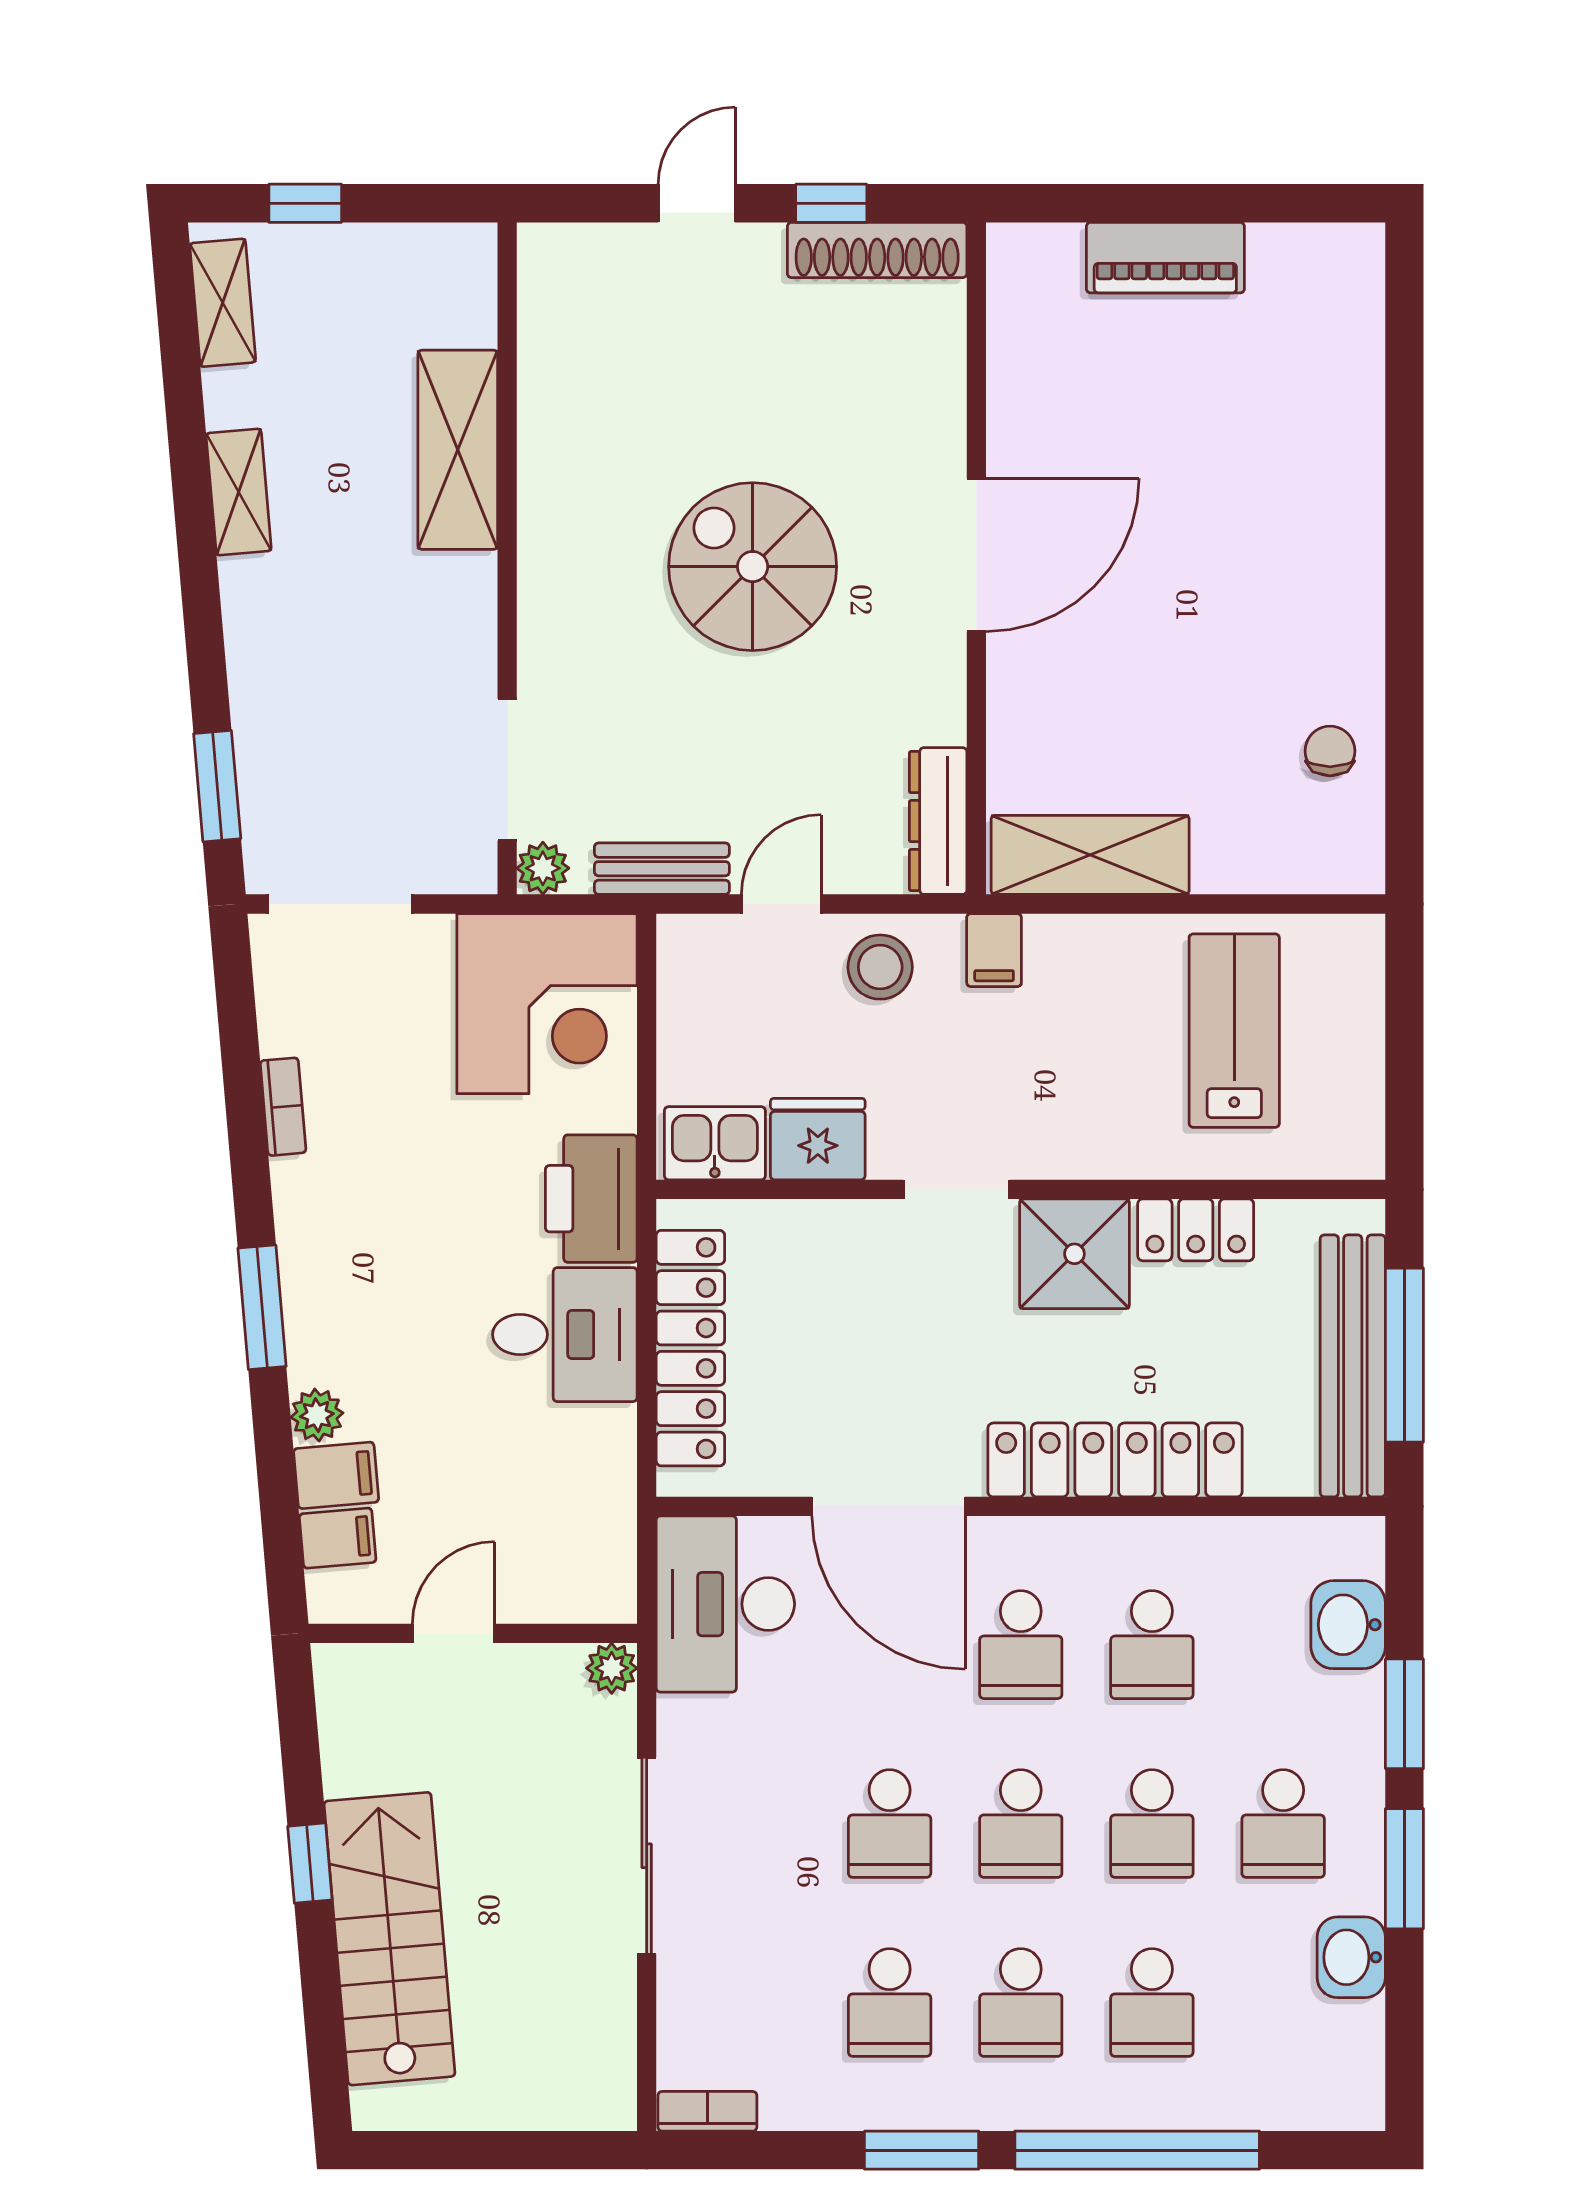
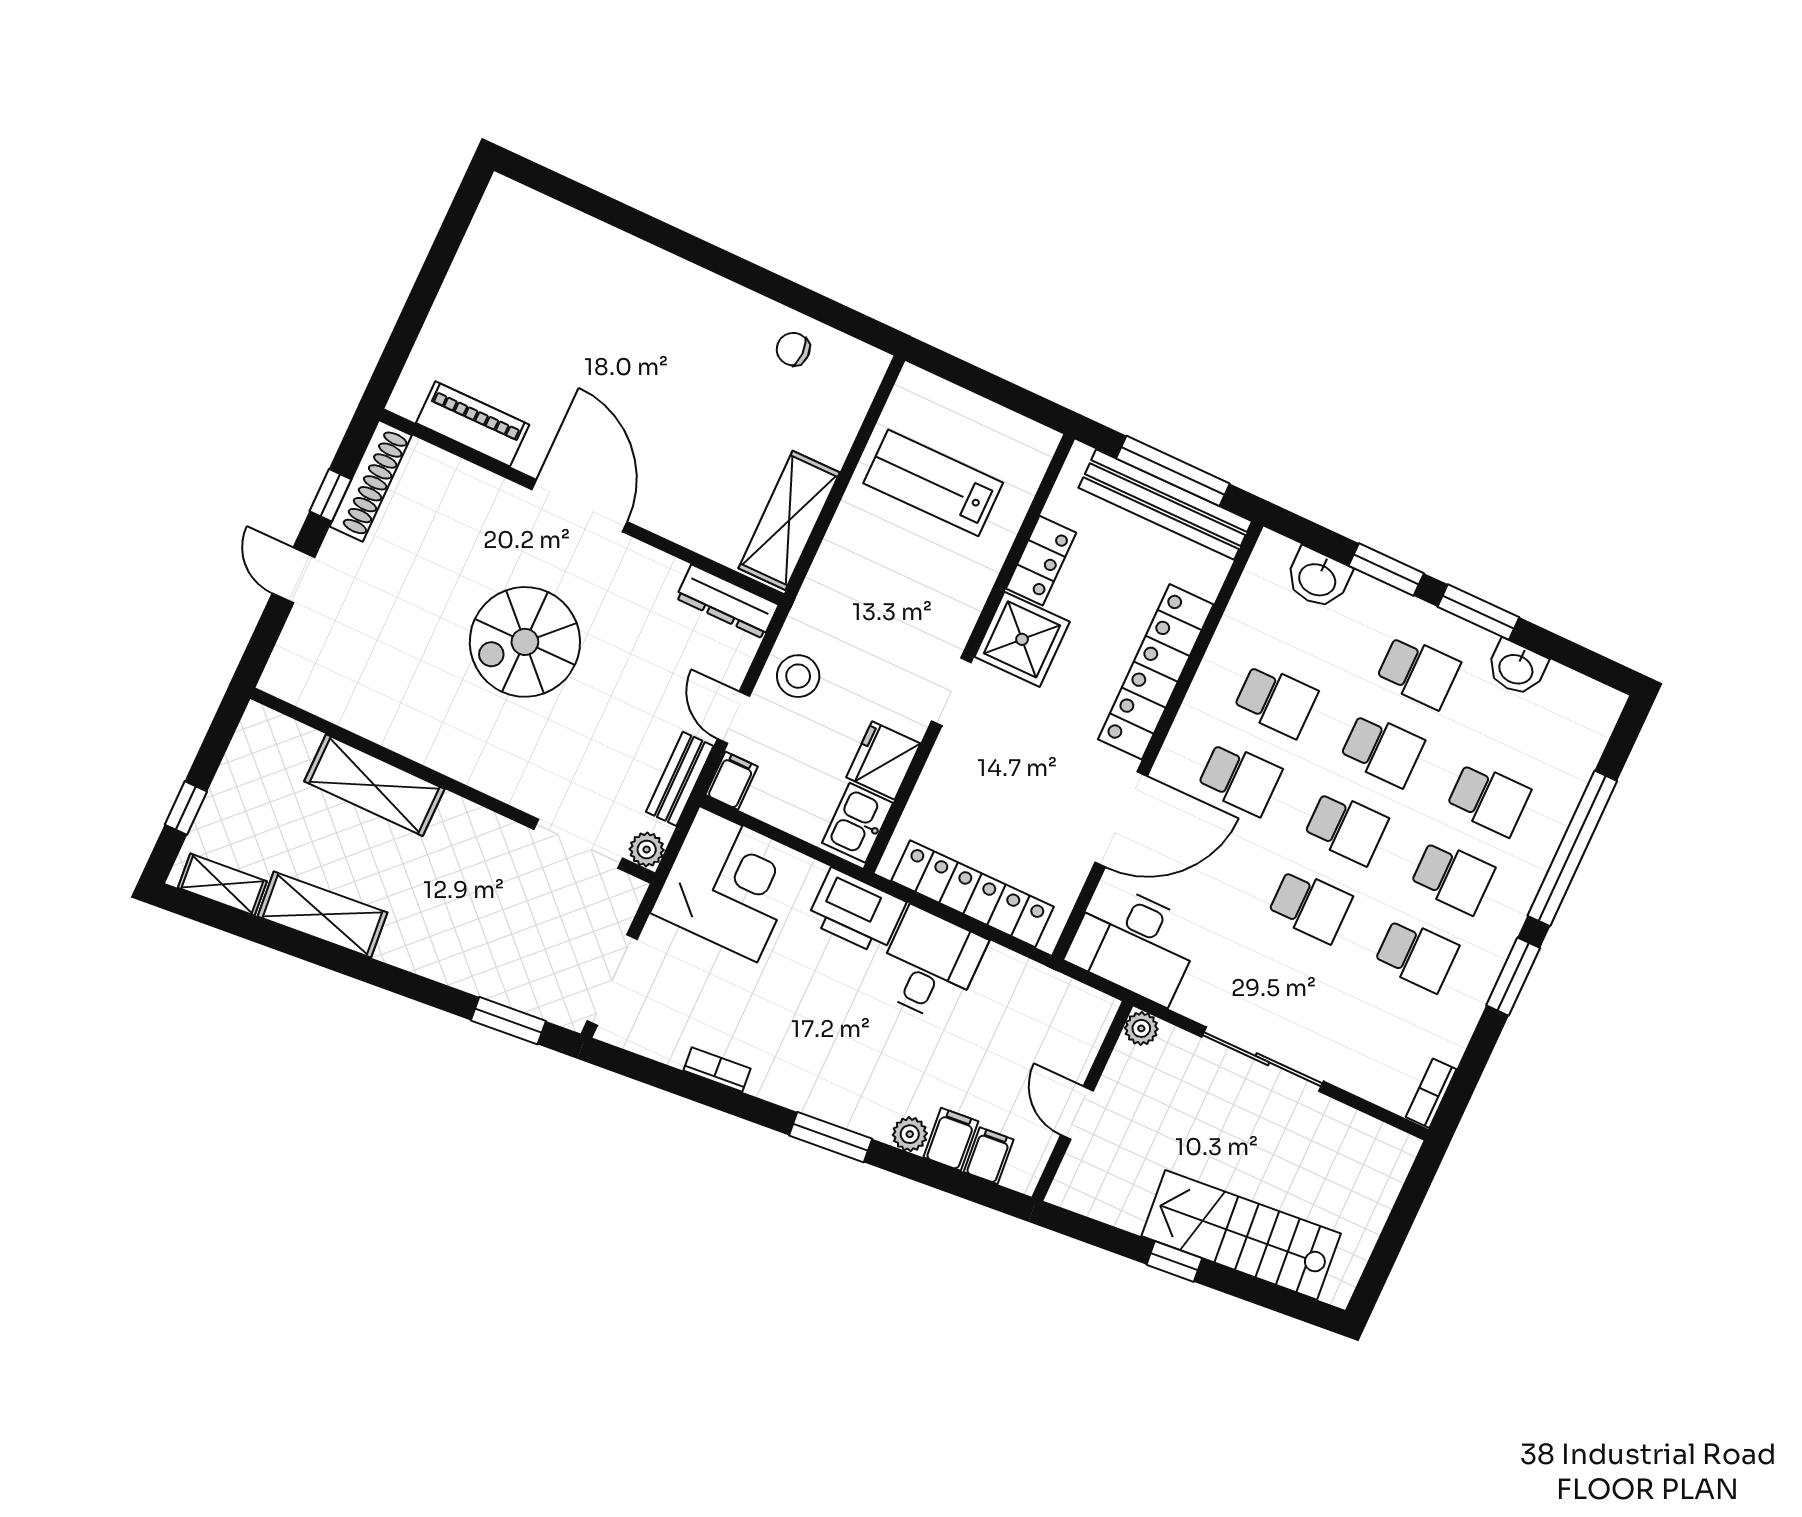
piano: (1165, 258) -> (473, 424), moved, turned -90
shelving: (239, 492) -> (322, 915), width x1.50, depth x1.33
filing cabinet: (994, 950) -> (732, 781), moved, turned -90

